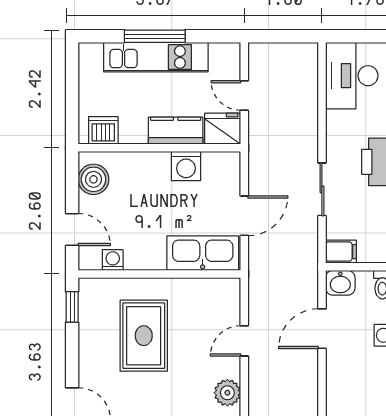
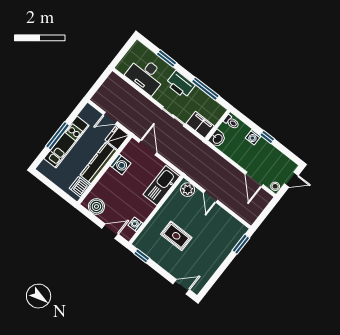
desk: (352, 76) -> (146, 75), moved
kitchen counter: (176, 131) -> (98, 163), width x1.50
door: (244, 216) -> (148, 148), moved
filing cabinet: (341, 252) -> (200, 125), width x2.00
door: (322, 329) -> (254, 179), moved
rug: (144, 336) -> (176, 236), width x0.73, depth x0.70
plant: (227, 393) -> (188, 190), moved

